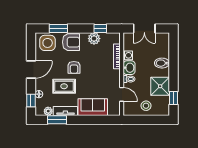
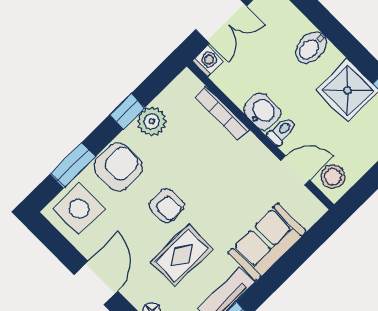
window: (100, 28) -> (127, 111), moved
washing machine: (128, 55) -> (208, 61), moved
stool: (146, 106) -> (333, 177), moved

